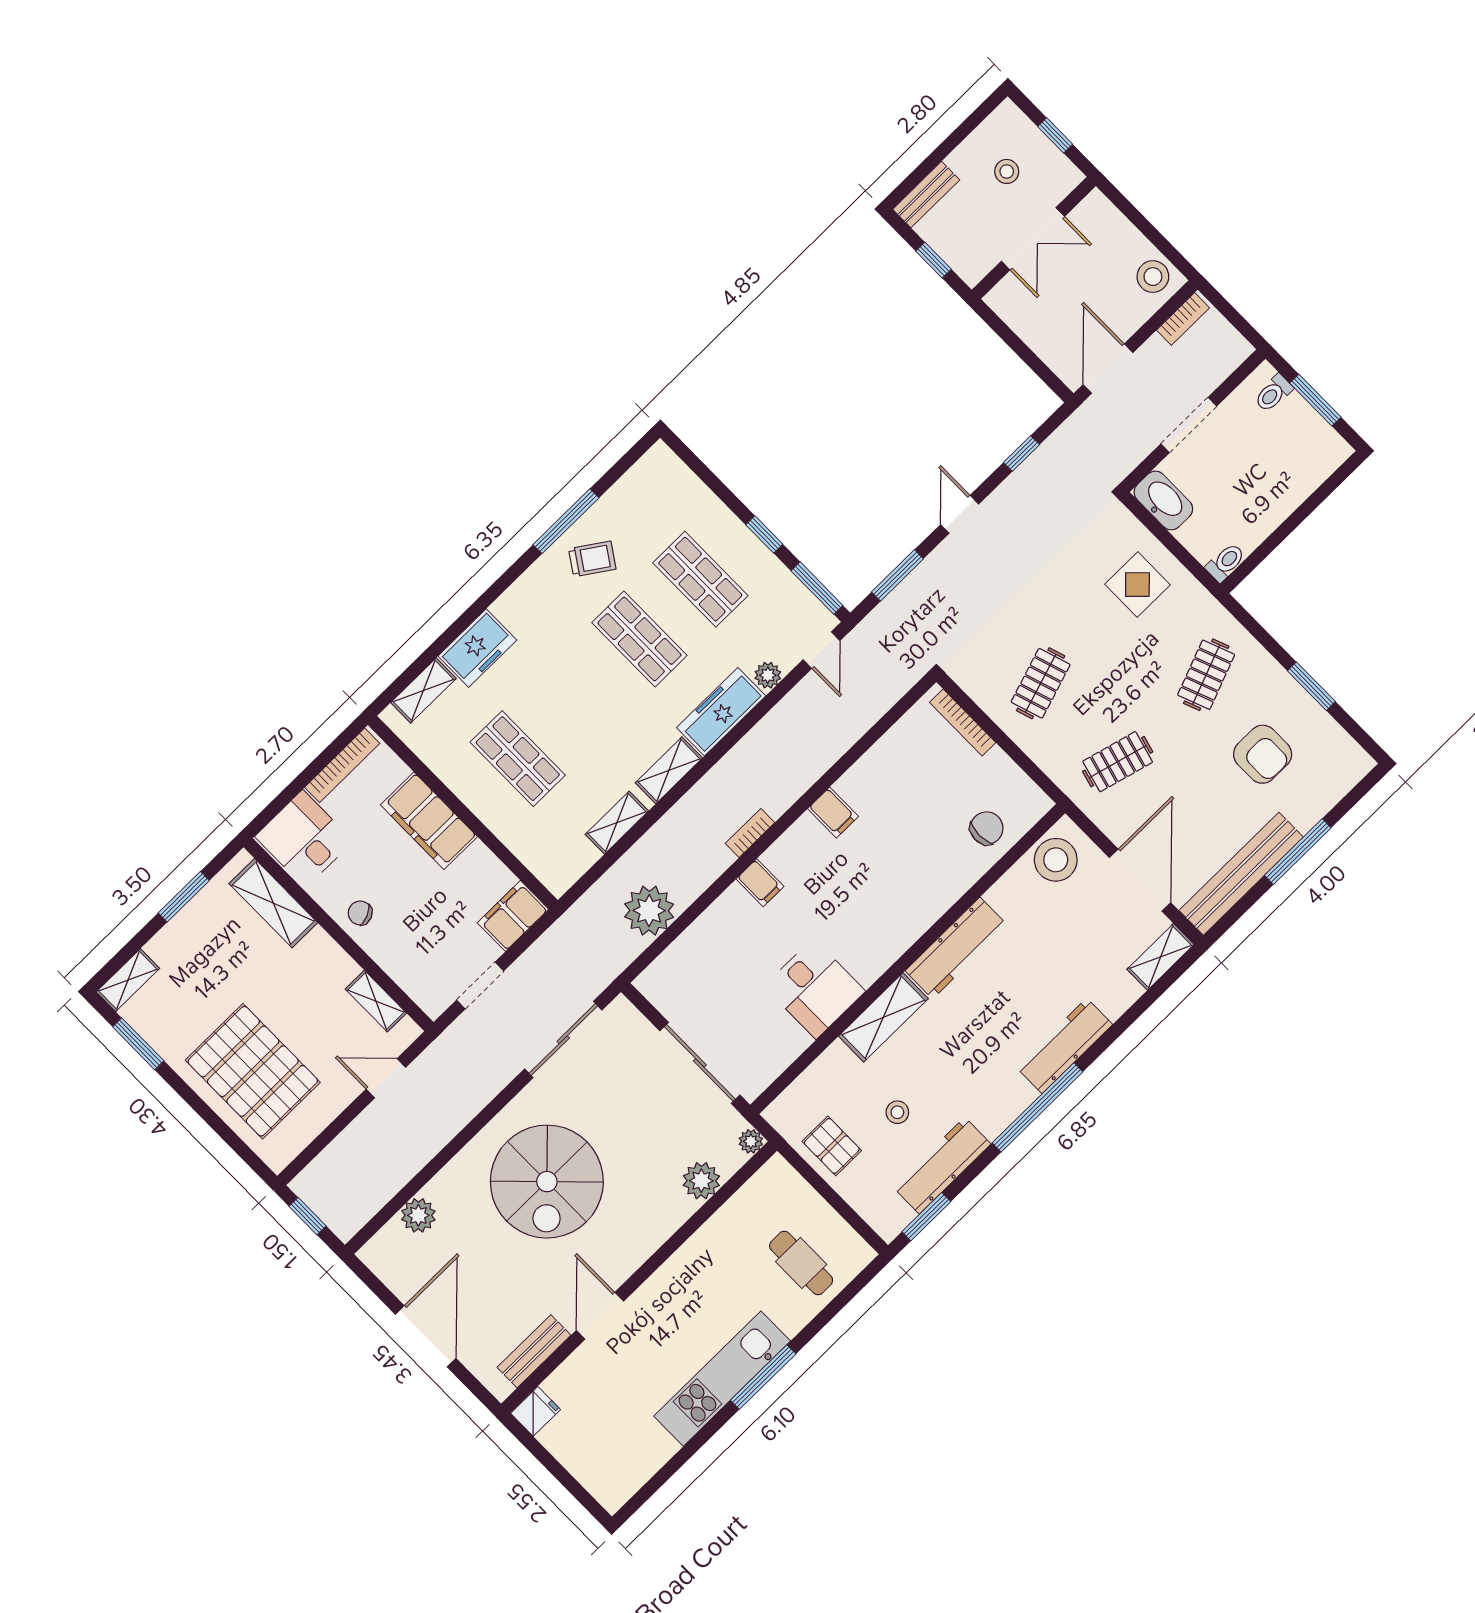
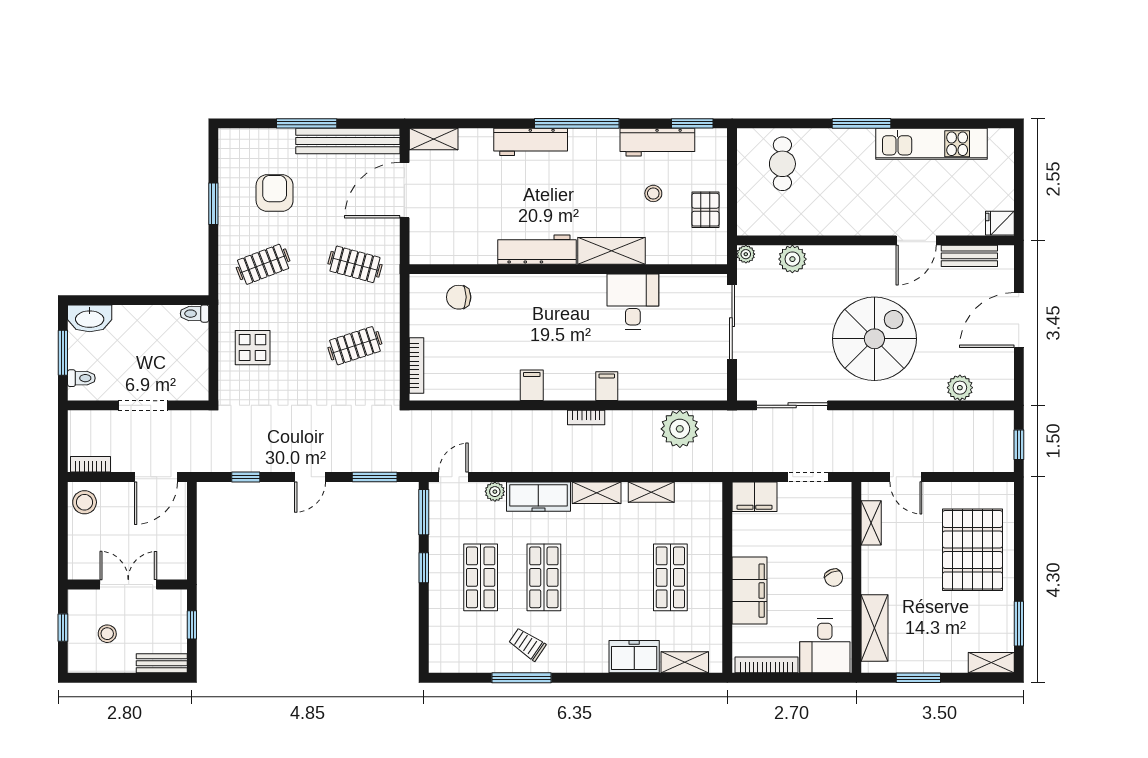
washbasin: (1163, 500) -> (90, 318), moved, turned -90
stool: (1056, 860) -> (439, 245), removed
kitchen unit: (722, 1379) -> (932, 144), moved

